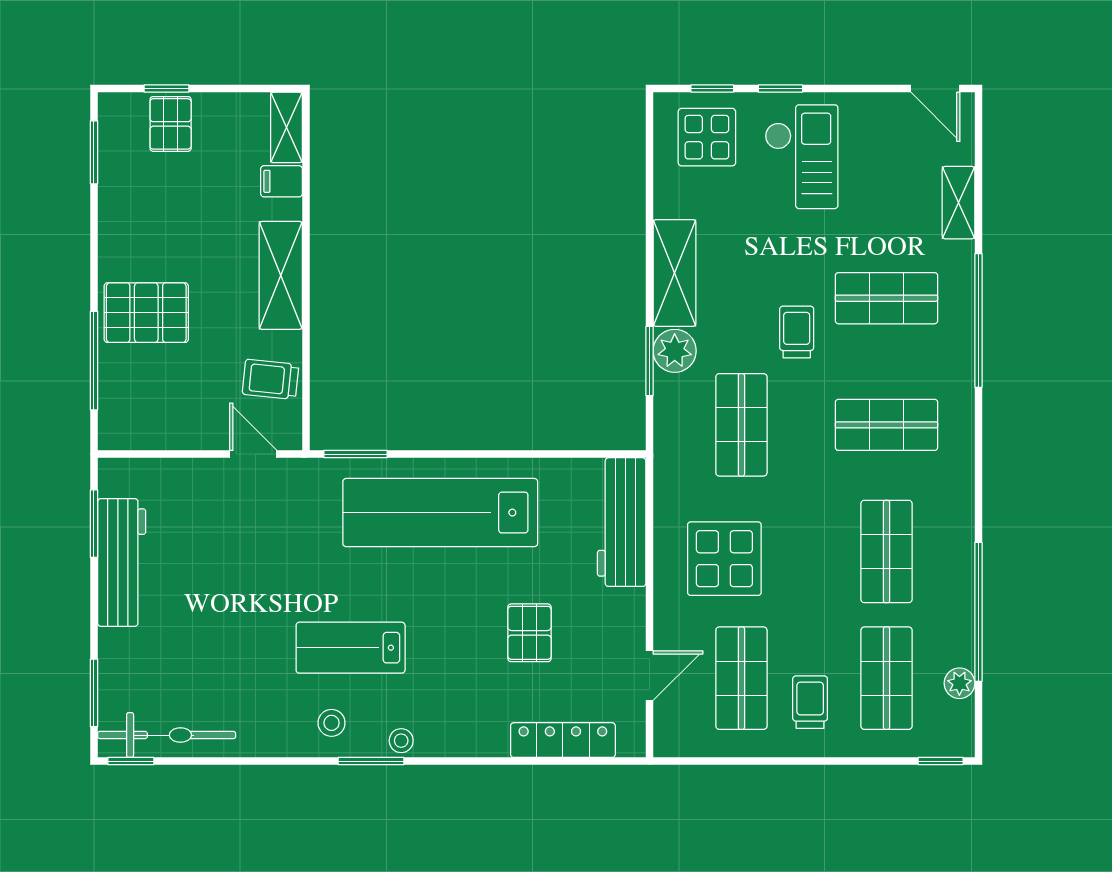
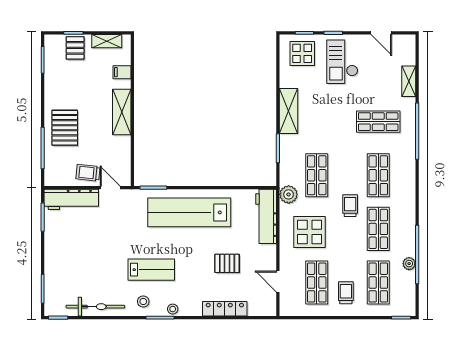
door: (935, 89) -> (381, 33), moved
shelving: (286, 127) -> (107, 41), moved, turned 90
checkout: (802, 157) -> (342, 62), turned 180
pallet: (146, 313) -> (65, 128), turned 90
trolley: (797, 332) -> (350, 206), moved
plant: (675, 351) -> (289, 194), moved
trolley: (271, 379) -> (88, 173), moved
shop shelf: (886, 425) -> (378, 175), turned 90
workbench: (122, 562) -> (71, 199), moved, turned 90
pallet: (529, 633) -> (227, 263), turned 90
lab bench: (351, 648) -> (151, 270), turned 180
door: (649, 676) -> (278, 282), swing flipped
plant: (959, 683) -> (409, 264), moved
bicycle: (167, 735) -> (95, 307), moved
locker: (563, 740) -> (225, 309), moved

